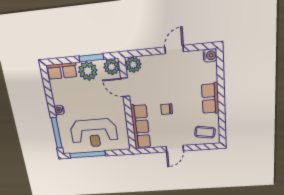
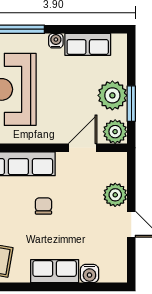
water cooler: (210, 55) -> (89, 274), moved
plant: (133, 65) -> (115, 195), moved
row of seats: (62, 71) -> (88, 44), moved, turned -90

